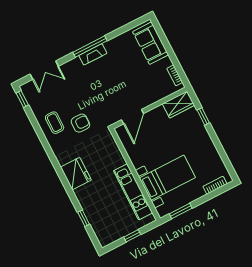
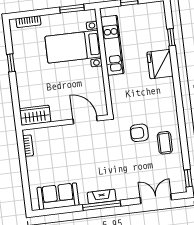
sofa: (151, 43) -> (58, 196), moved, turned -90
window: (203, 116) -> (11, 63), moved
door: (133, 117) -> (85, 120), hinge flipped
fridge: (76, 174) -> (160, 64), moved

